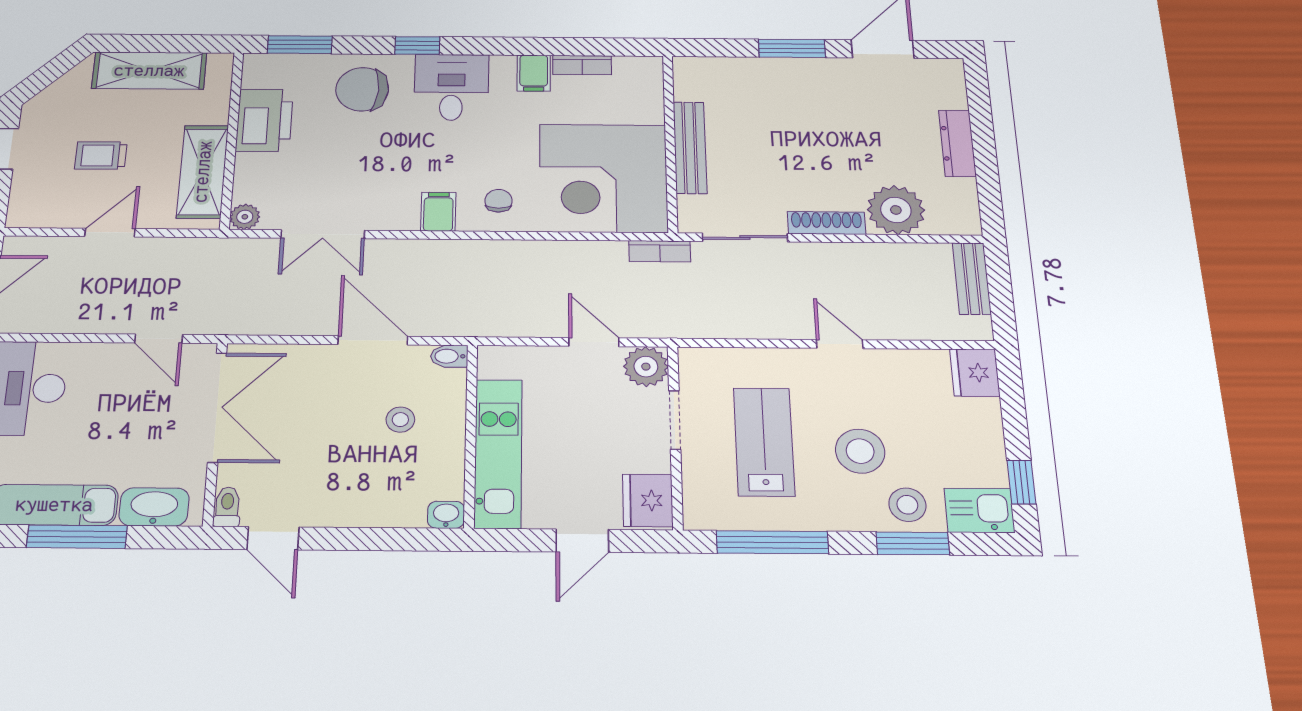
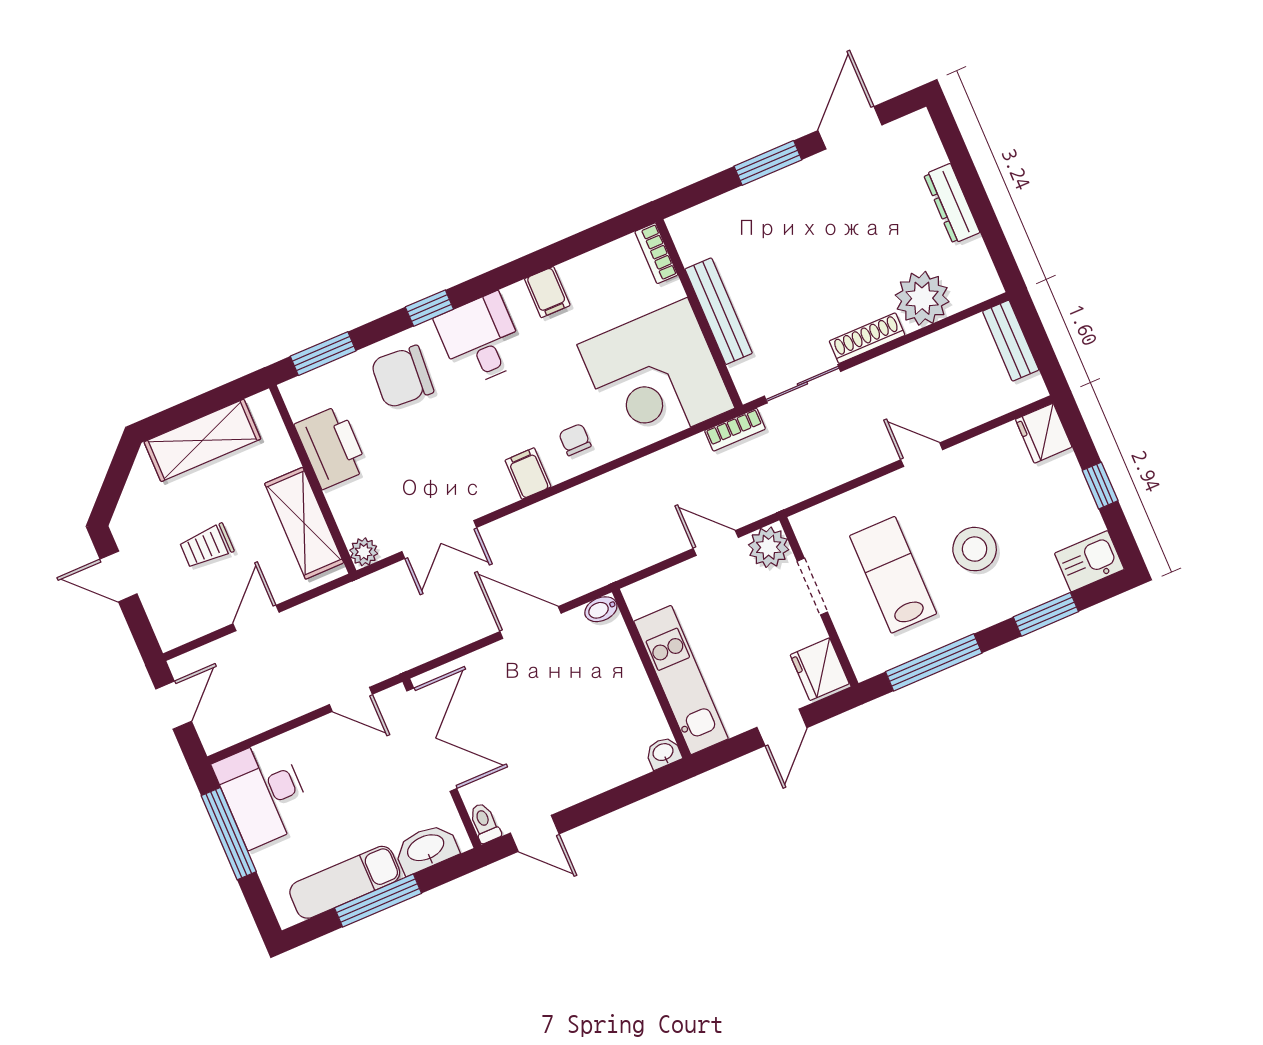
bookcase: (582, 65) -> (656, 253), moved, turned 90
stool: (400, 420) -> (588, 685), removed
window: (1022, 482) -> (1100, 486), moved
stool: (907, 505) -> (1030, 581), removed

